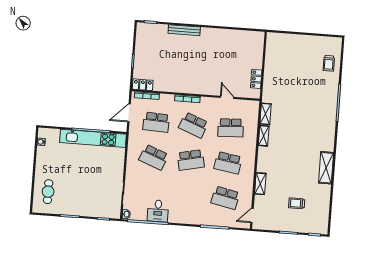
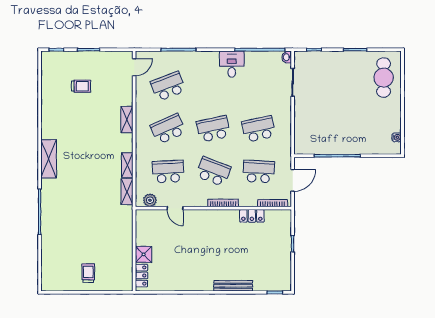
shower: (256, 61) -> (144, 254), added
trolley: (329, 63) -> (88, 273), moved
locker: (256, 79) -> (142, 276), moved
locker: (143, 85) -> (252, 216), moved
plant: (247, 105) -> (150, 200), added
kitchen unit: (93, 138) -> (334, 146), removed
school desk: (154, 157) -> (259, 129), turned -33
school desk: (228, 163) -> (168, 129), turned -33
shelving: (326, 168) -> (49, 159), moved
shelving: (260, 184) -> (127, 120), moved
cafe table: (48, 192) -> (384, 78), width x1.37, depth x1.35
school desk: (225, 198) -> (168, 86), turned -33
desk: (158, 211) -> (232, 64), moved

